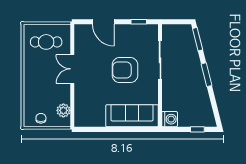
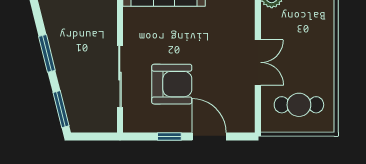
window: (139, 22) -> (169, 137), moved
armchair: (125, 70) -> (172, 84), moved

